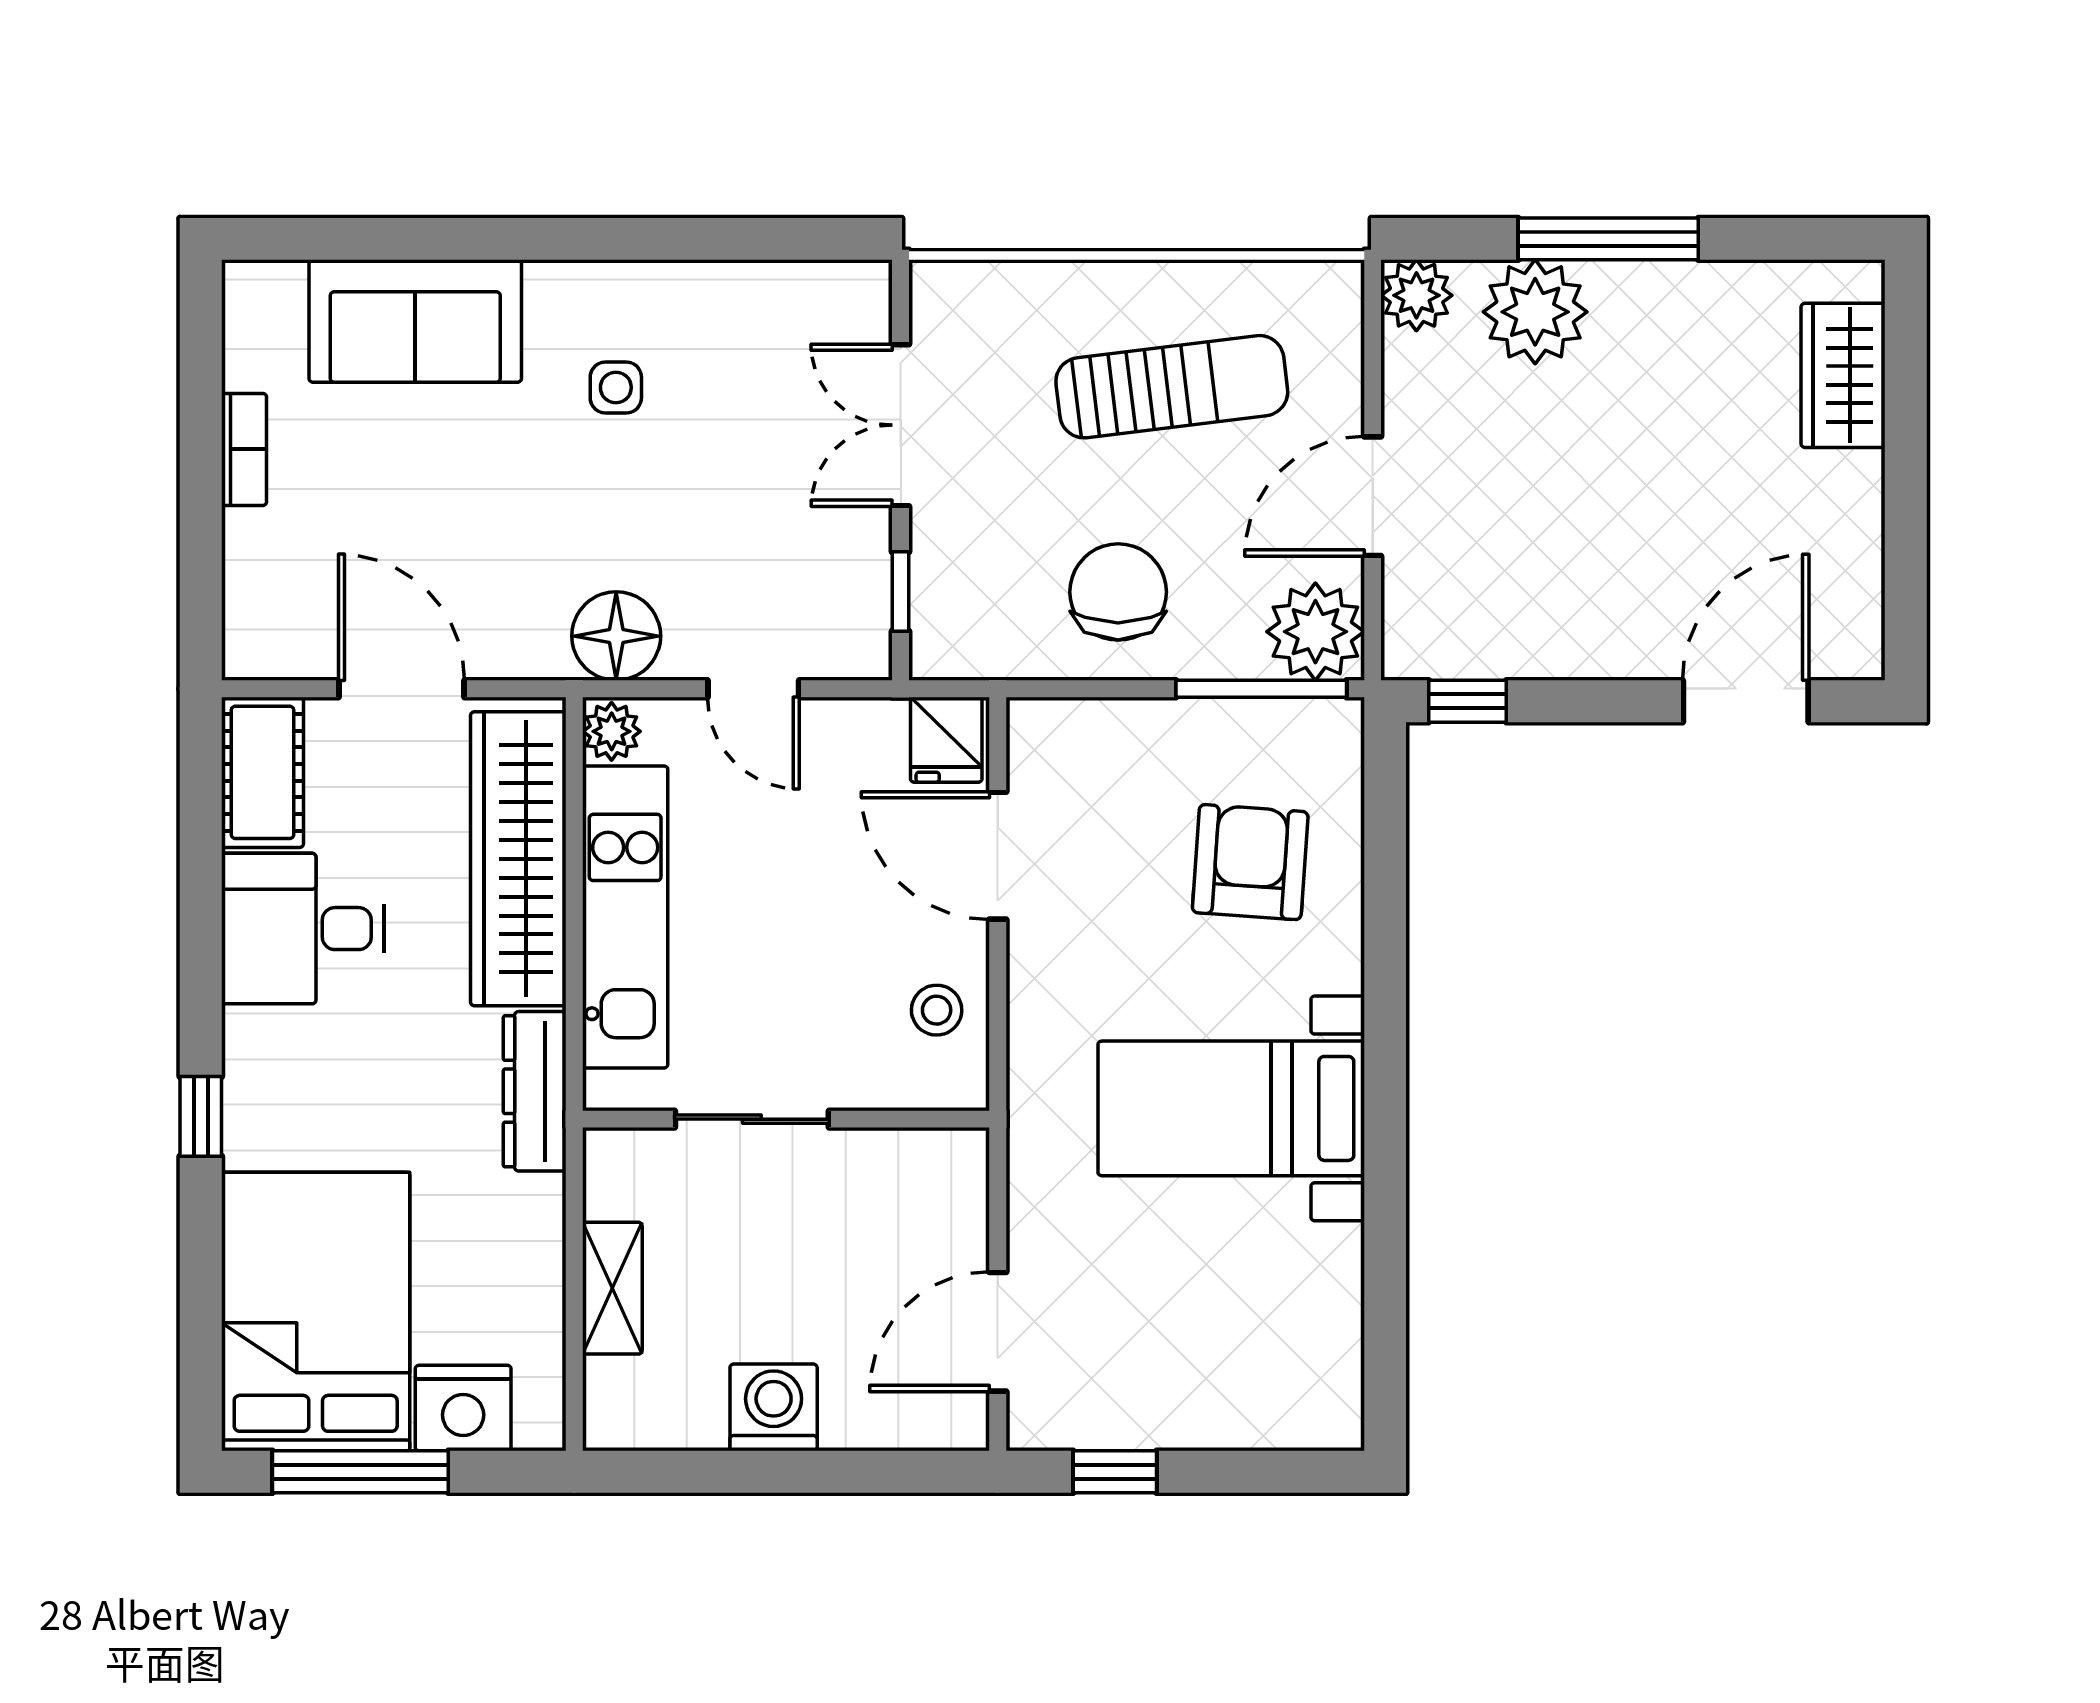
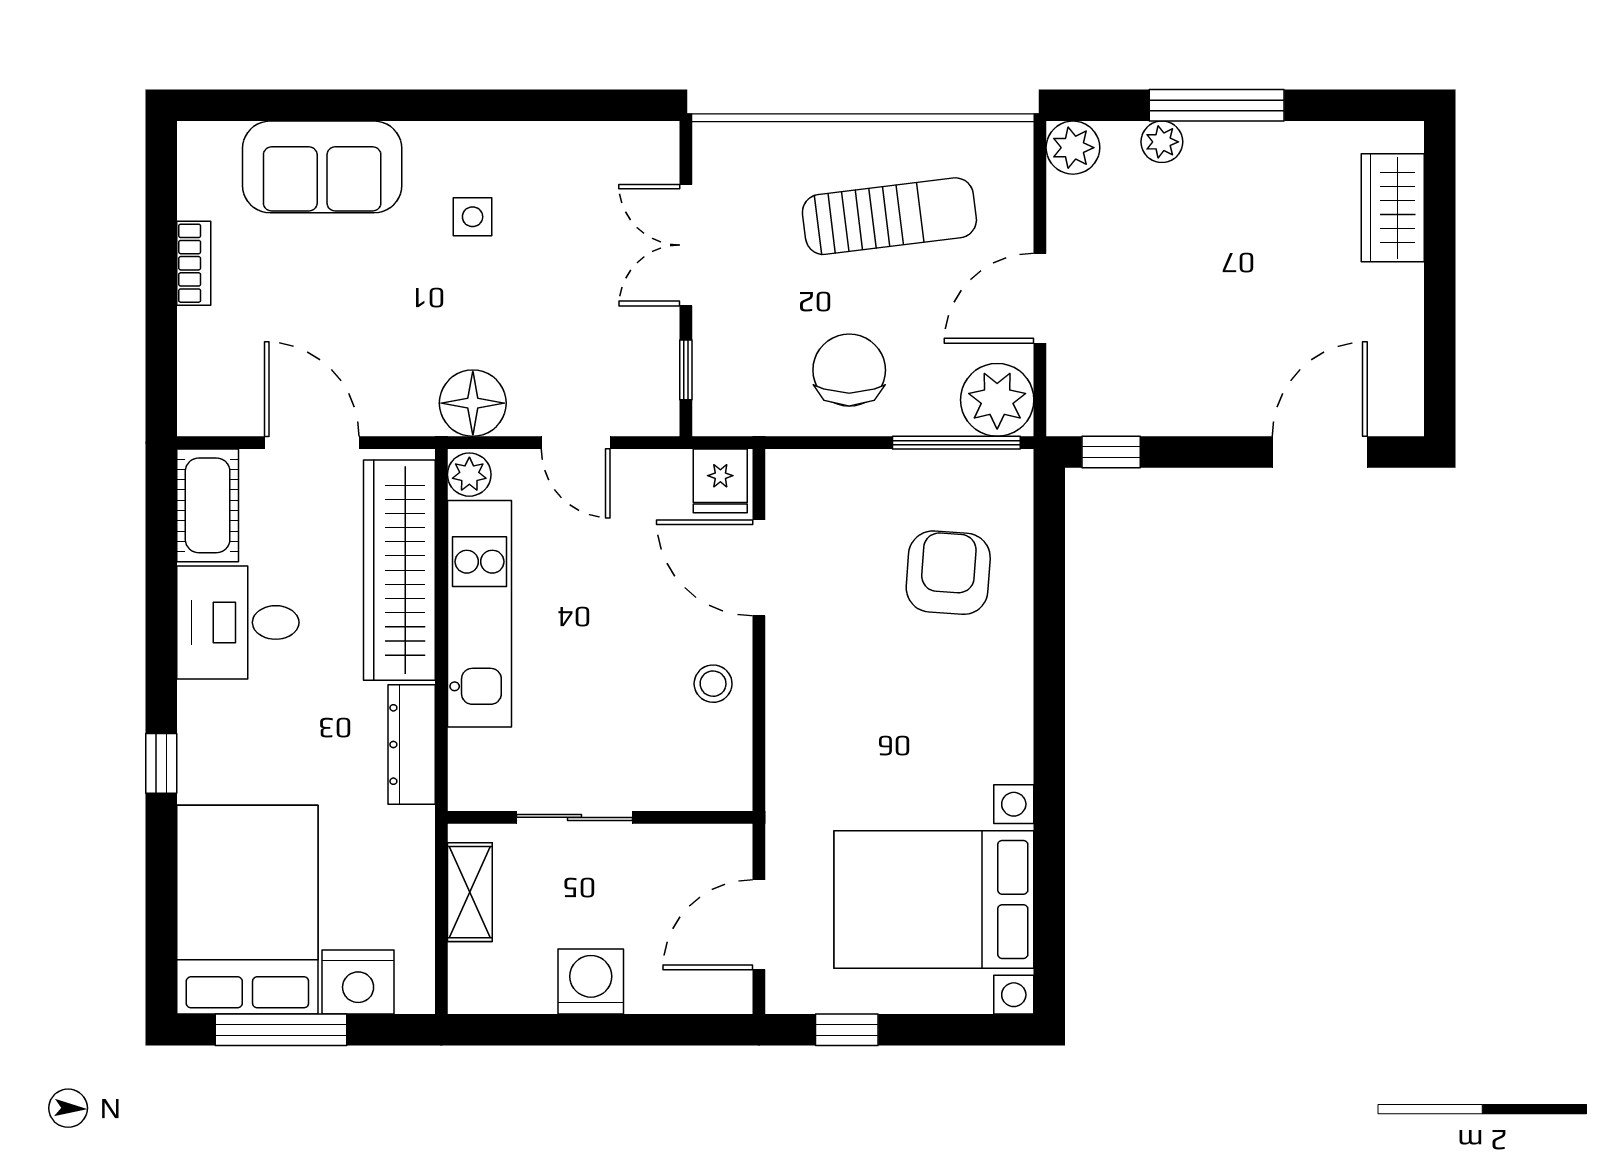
plant: (1535, 312) -> (1162, 142), width x0.53, depth x0.53
bed with nightstands: (1231, 1108) -> (934, 899), moved, width x1.36
sliding door: (752, 1119) -> (575, 817), moved
wall: (786, 1119) -> (600, 817), moved

